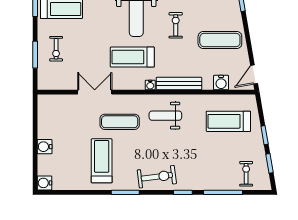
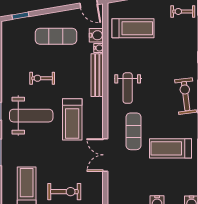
exercise mat: (220, 40) -> (56, 36), turned 90
exercise bike: (56, 49) -> (64, 192), width x1.38, depth x1.39
water cooler: (150, 85) -> (99, 48), moved
treadmill: (228, 121) -> (133, 28), turned -90

